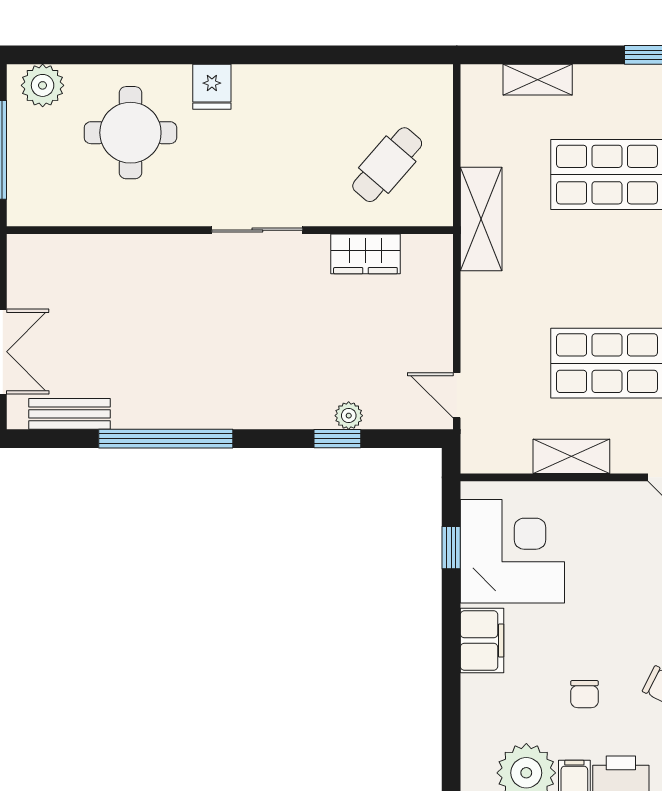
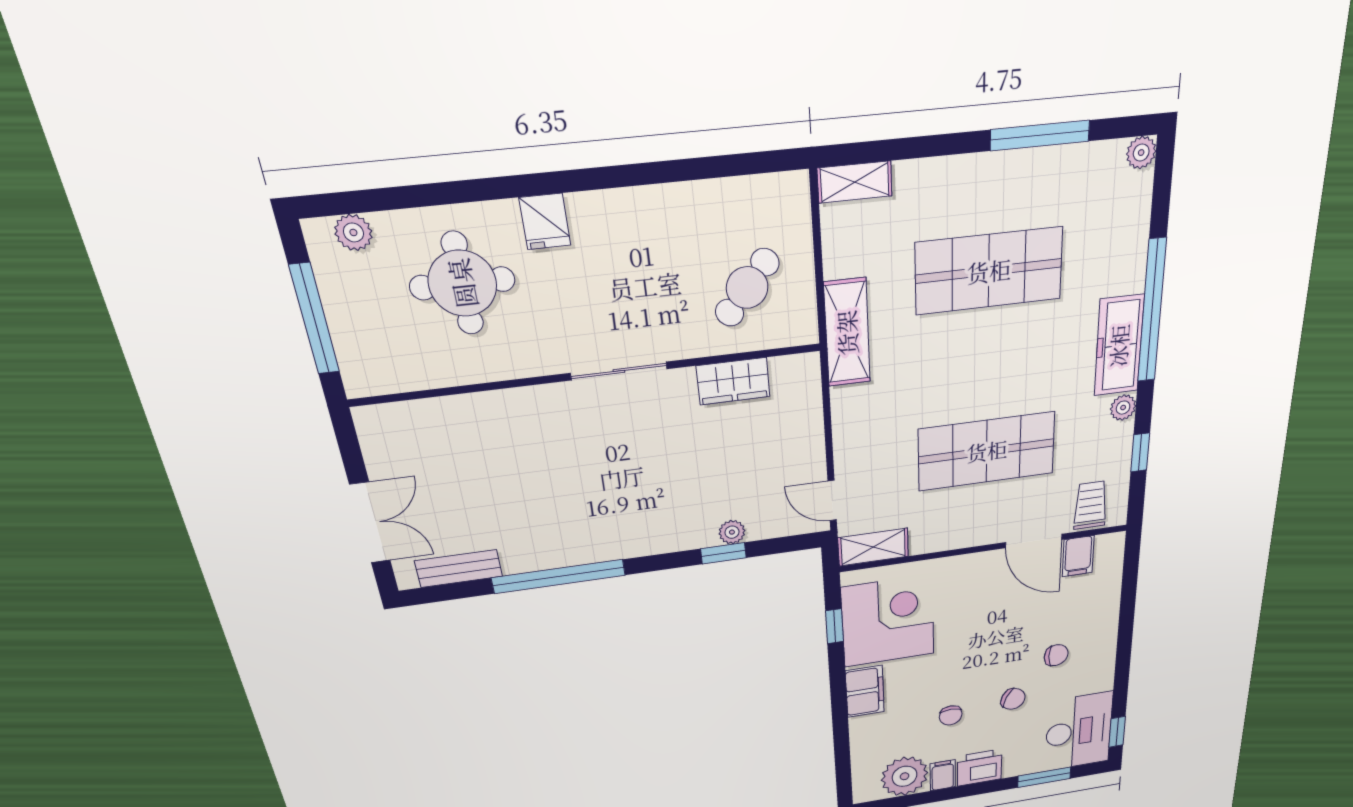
shelving: (538, 80) -> (855, 182), moved
plant: (43, 85) -> (353, 232), width x0.73, depth x0.73
shelving: (571, 456) -> (873, 547), moved

